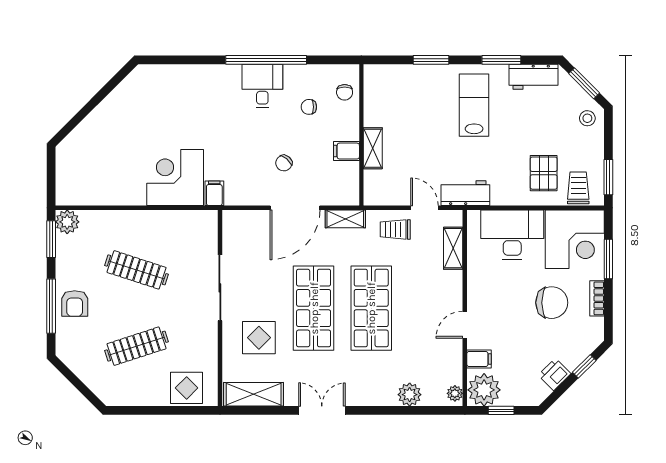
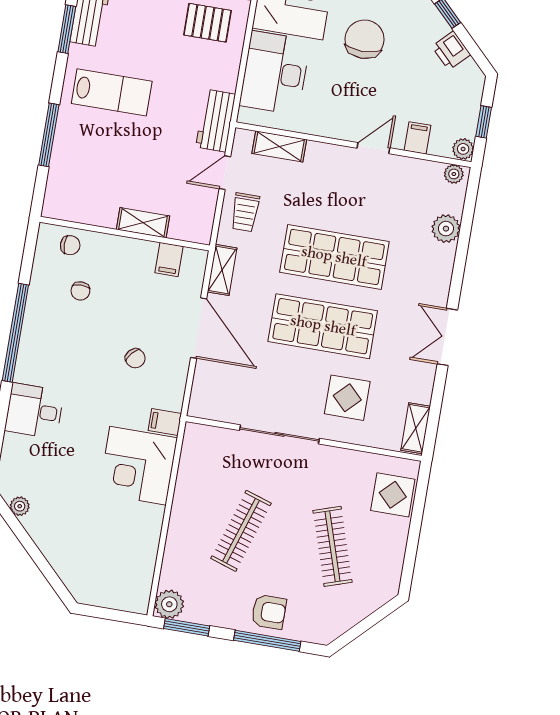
window: (431, 60) -> (49, 135), width x1.44
window: (501, 60) -> (67, 29), moved
desk: (262, 86) -> (34, 411), moved
plant: (126, 87) -> (20, 506), added
lab bench: (474, 105) -> (112, 92), turned 180
filing cabinet: (346, 151) -> (169, 260), moved
chair: (284, 163) -> (135, 358), moved
door: (465, 325) -> (373, 148), swing flipped
plant: (484, 390) -> (463, 149), width x0.53, depth x0.53
shelving: (254, 394) -> (416, 428), width x0.67, depth x0.75

